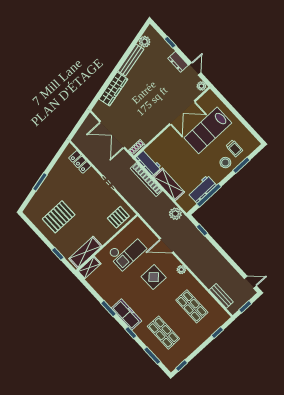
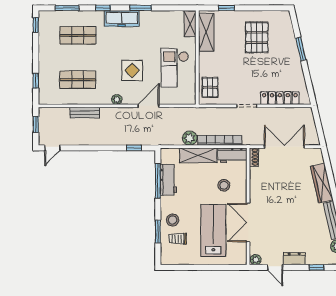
stool: (173, 150) -> (224, 185), added
locker: (80, 162) -> (280, 98), width x1.53
plant: (175, 214) -> (190, 138), moved
bench: (221, 296) -> (85, 113), moved

